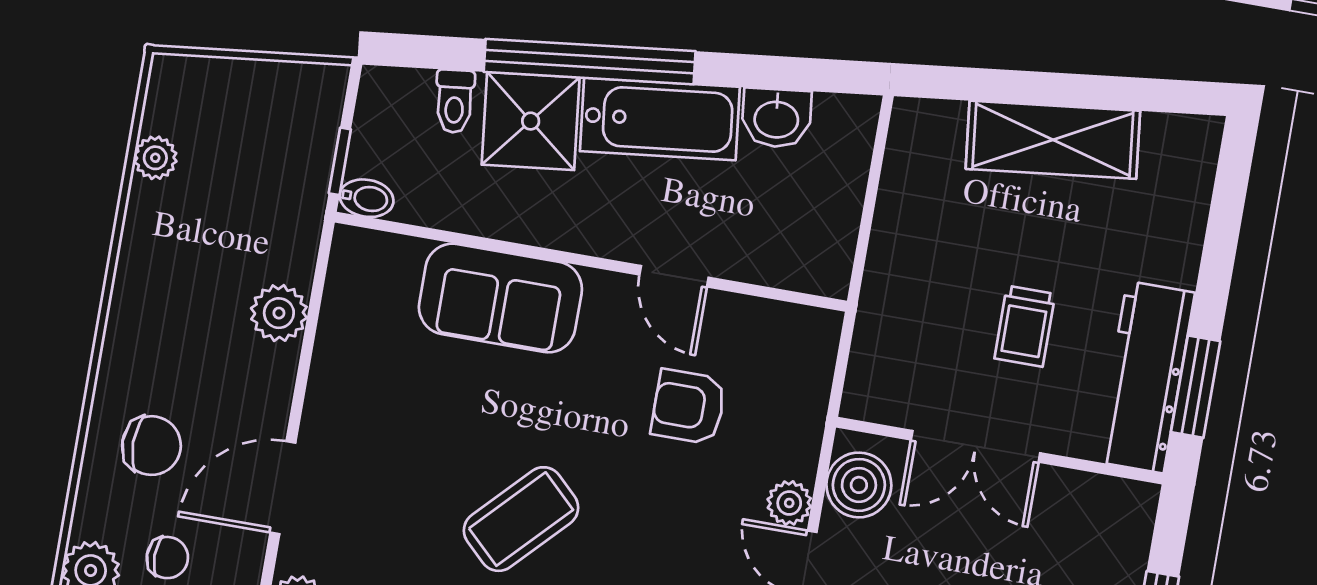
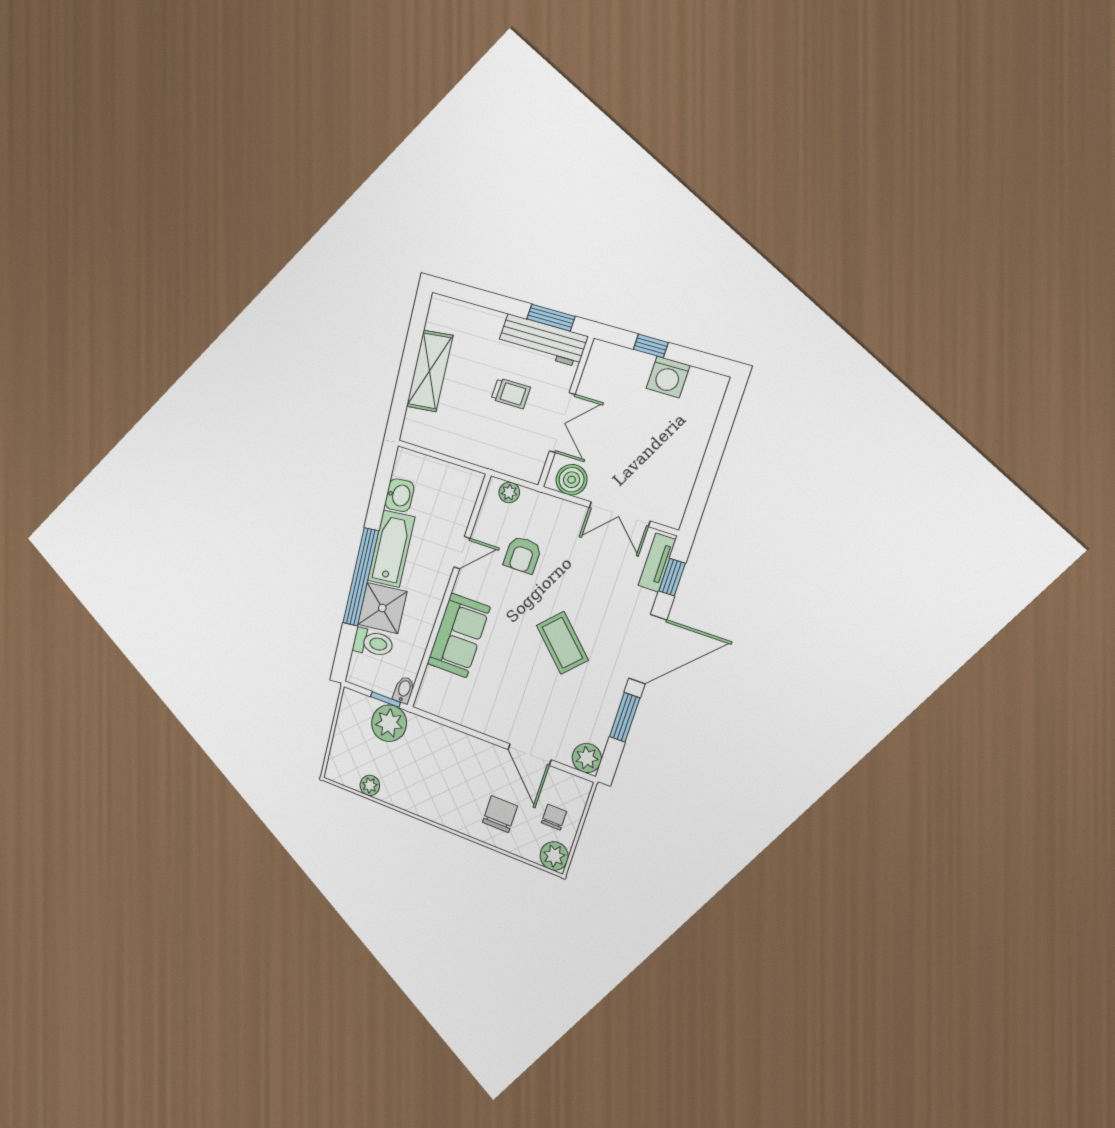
toilet: (455, 101) -> (373, 643), width x1.37, depth x1.39
plant: (279, 313) -> (389, 723), moved, width x1.36, depth x1.36
plant: (789, 503) -> (509, 492), moved

